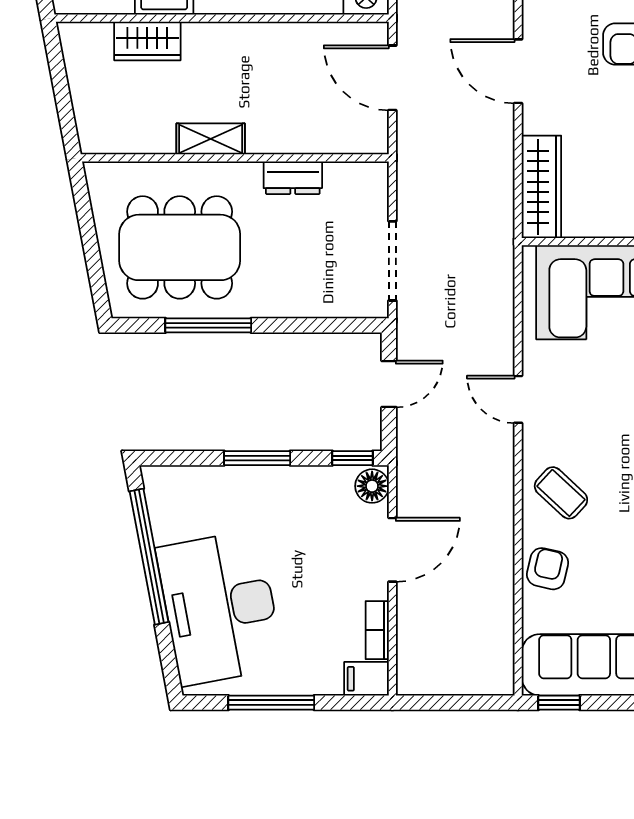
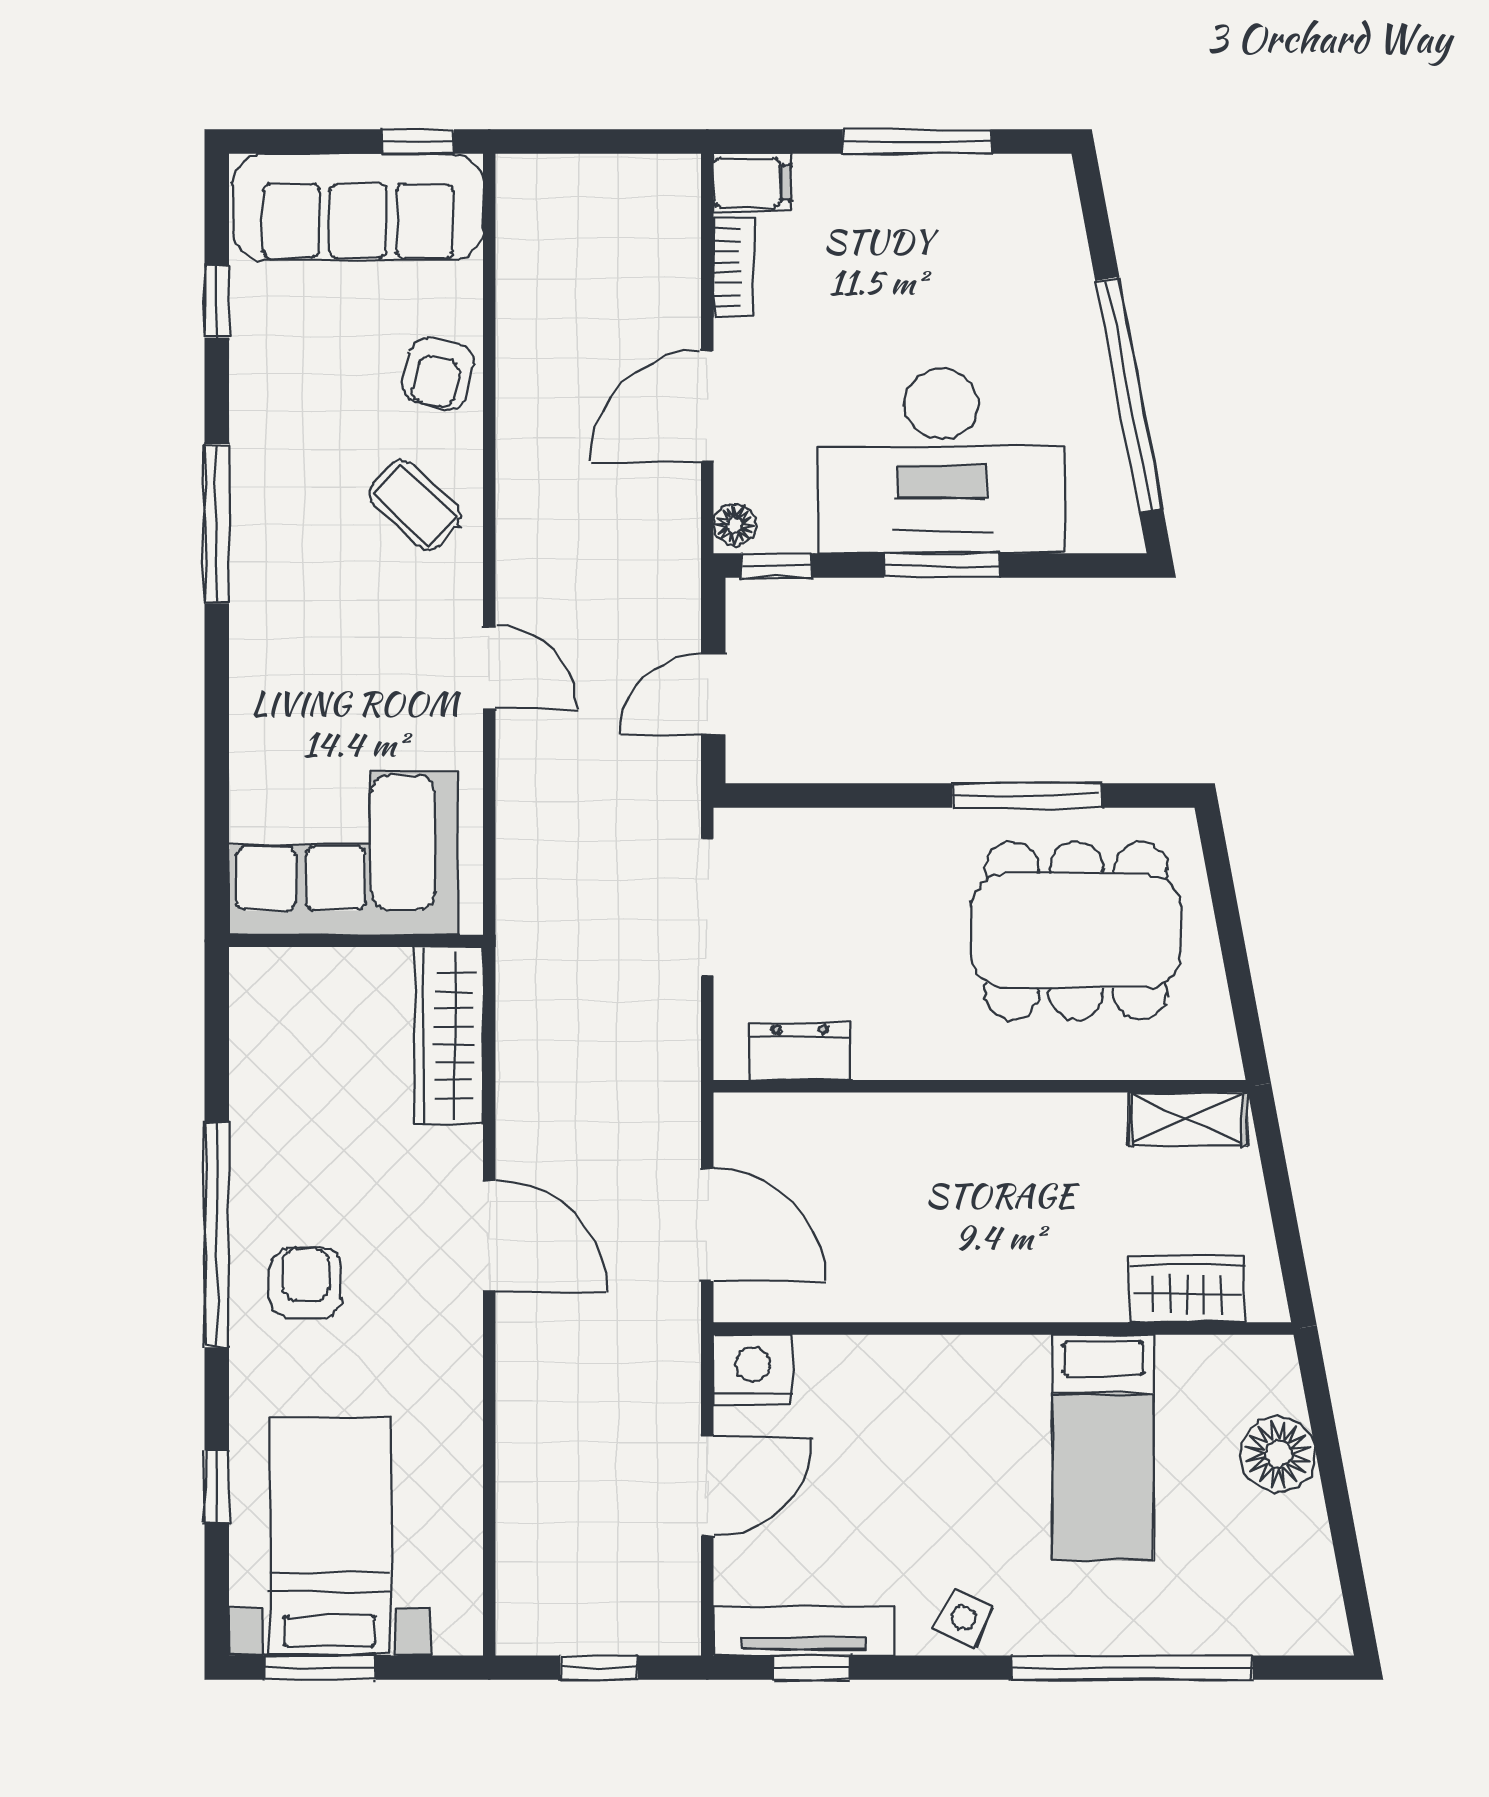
wardrobe: (147, 41) -> (1187, 1289), moved
shelving: (211, 139) -> (1188, 1119), moved
dresser: (293, 178) -> (800, 1052), moved
floor lamp: (372, 486) -> (735, 525), width x0.73, depth x0.73
desk: (220, 608) -> (941, 461), moved, turned 101

